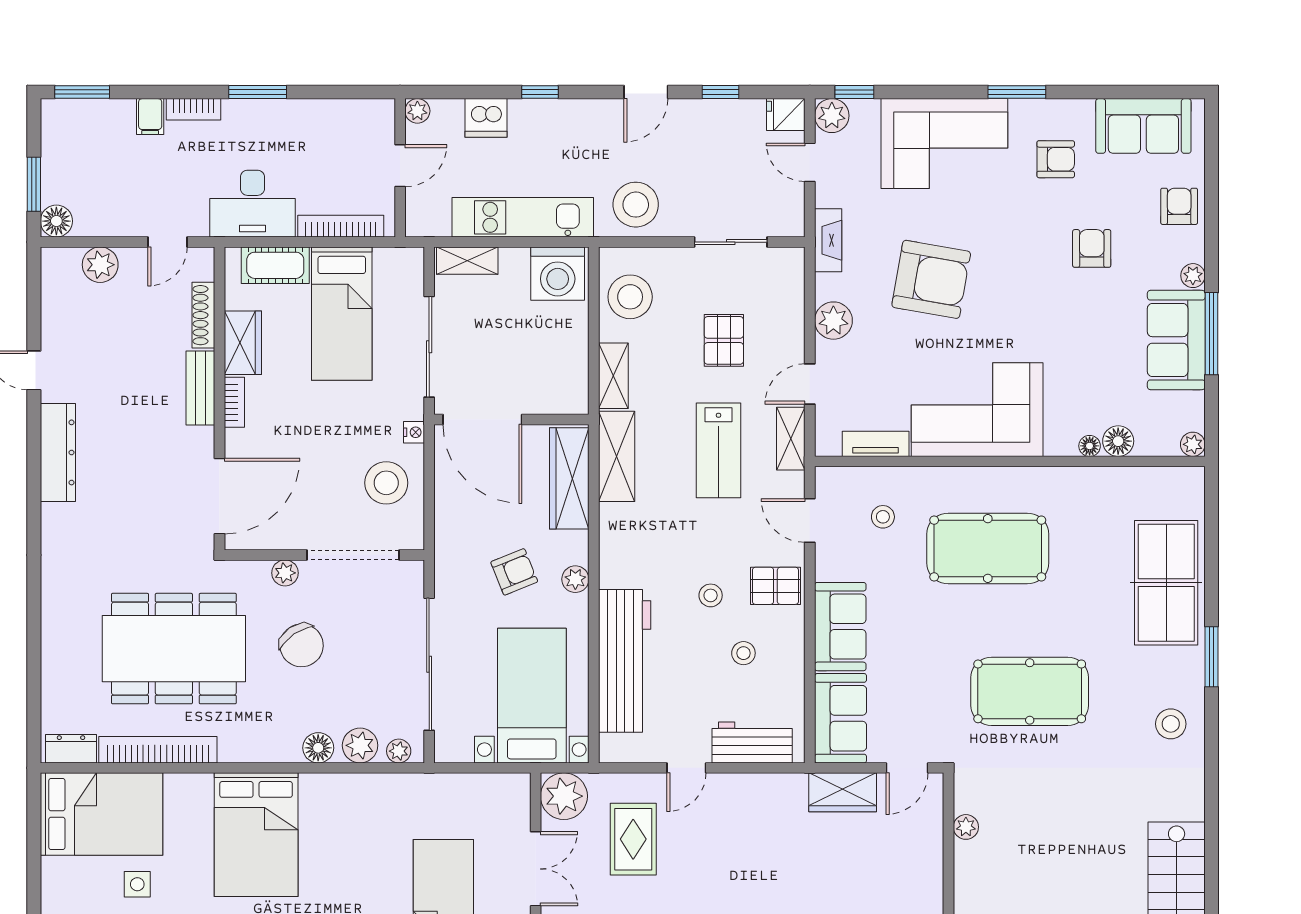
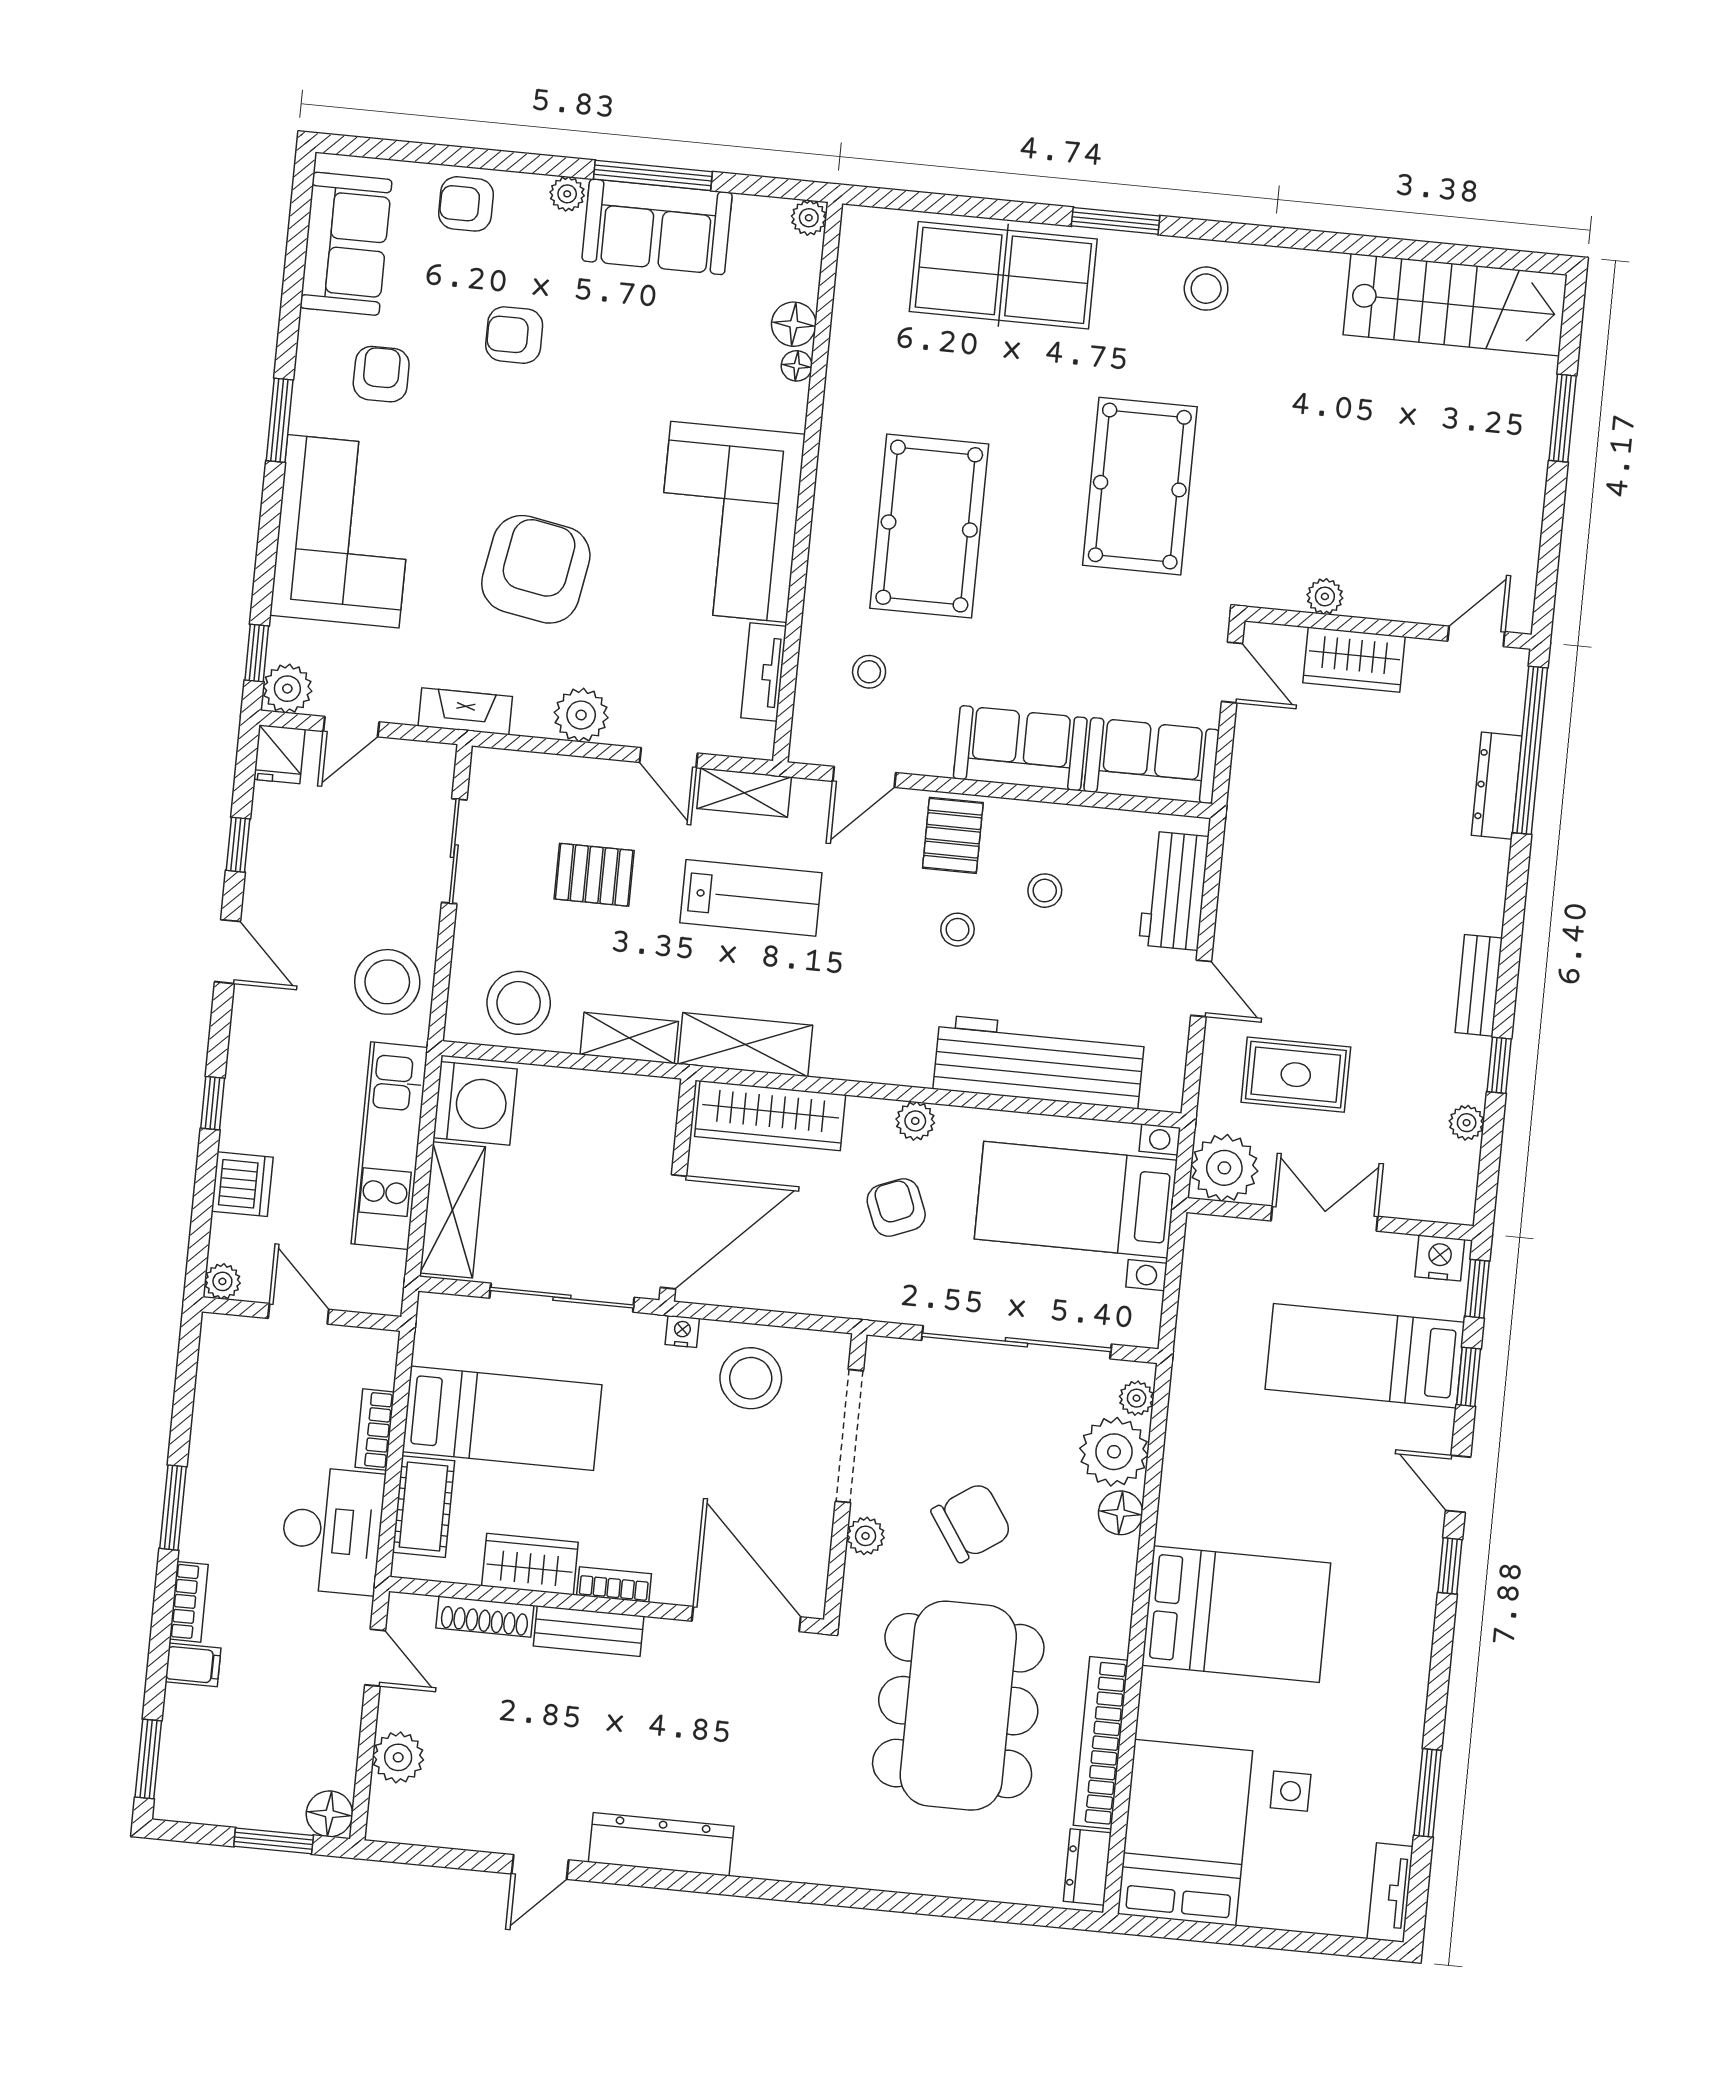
bookcase: (341, 226) -> (375, 1430), width x0.64
shelving: (467, 261) -> (453, 1210), width x1.50, depth x1.33
plant: (360, 745) -> (1114, 1452), width x1.36, depth x1.36
wardrobe: (843, 792) -> (1354, 660), moved, turned 90

